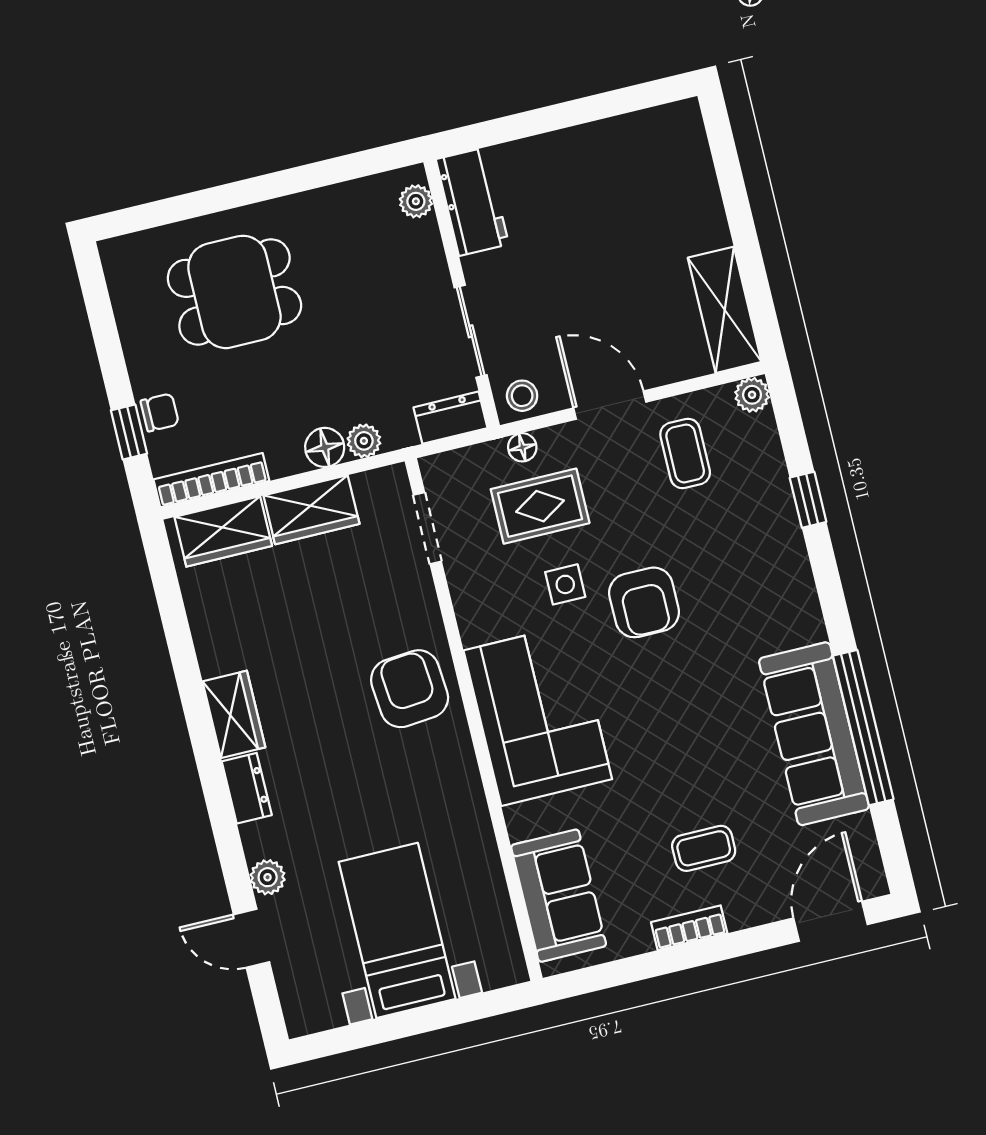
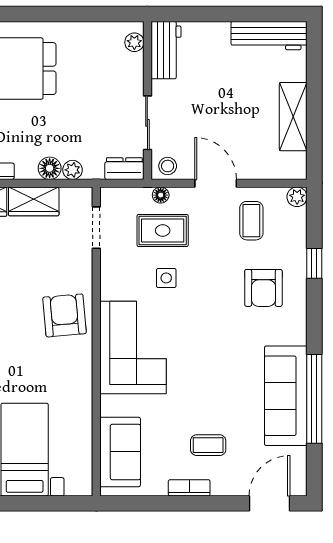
workbench: (639, 135) -> (269, 36), added
shelving: (725, 310) -> (293, 117), moved
armchair: (644, 602) -> (263, 288), moved

